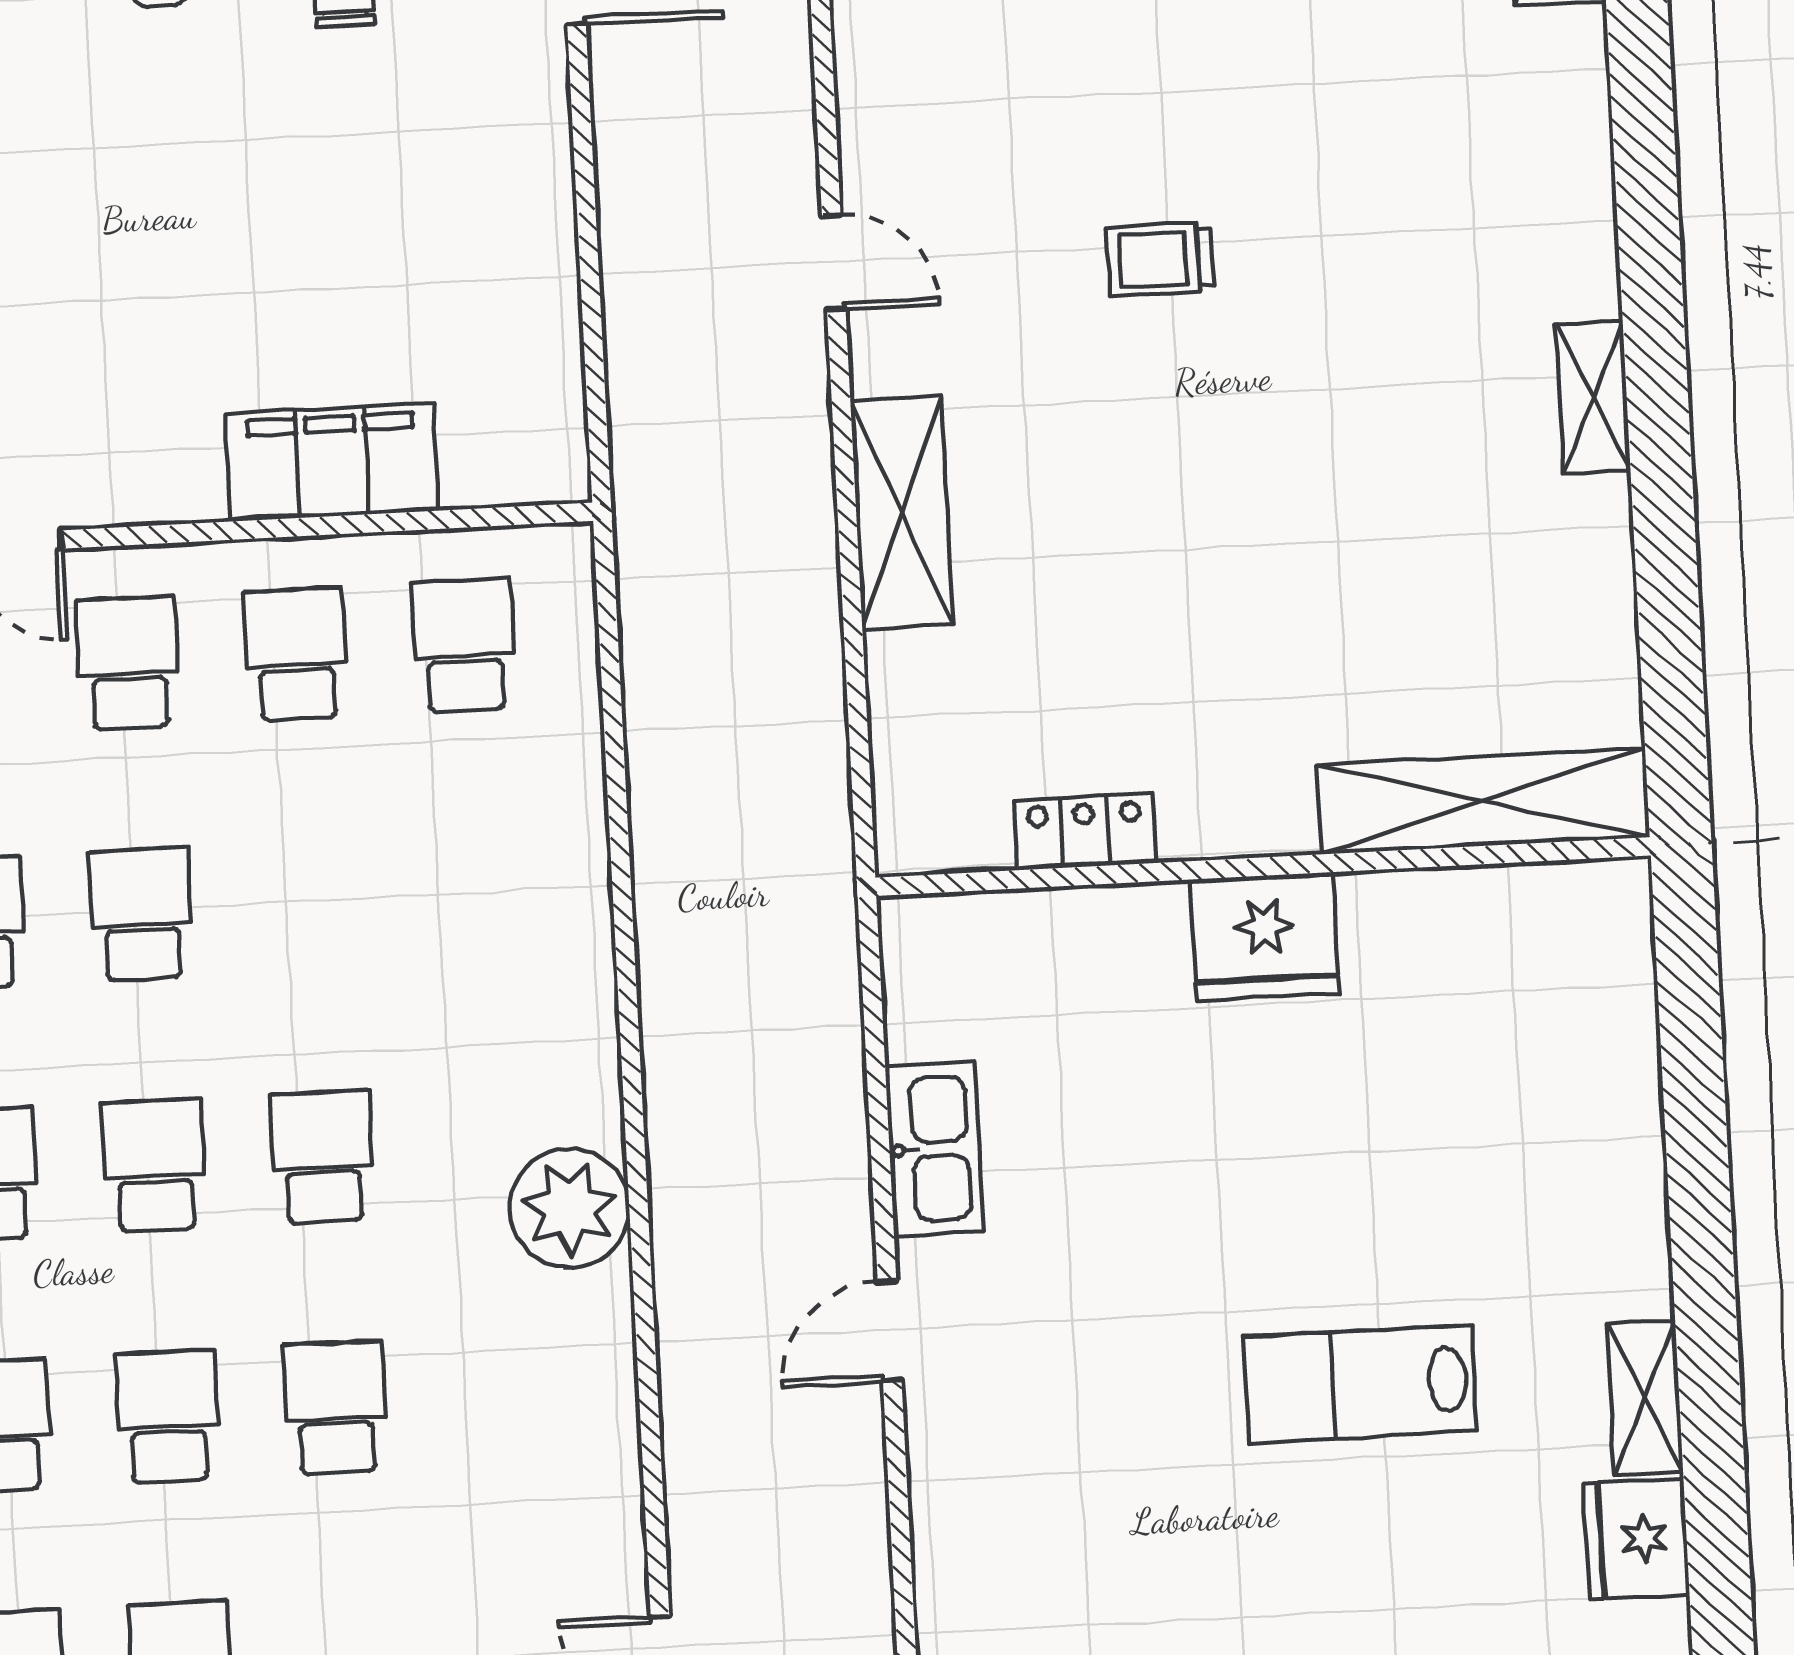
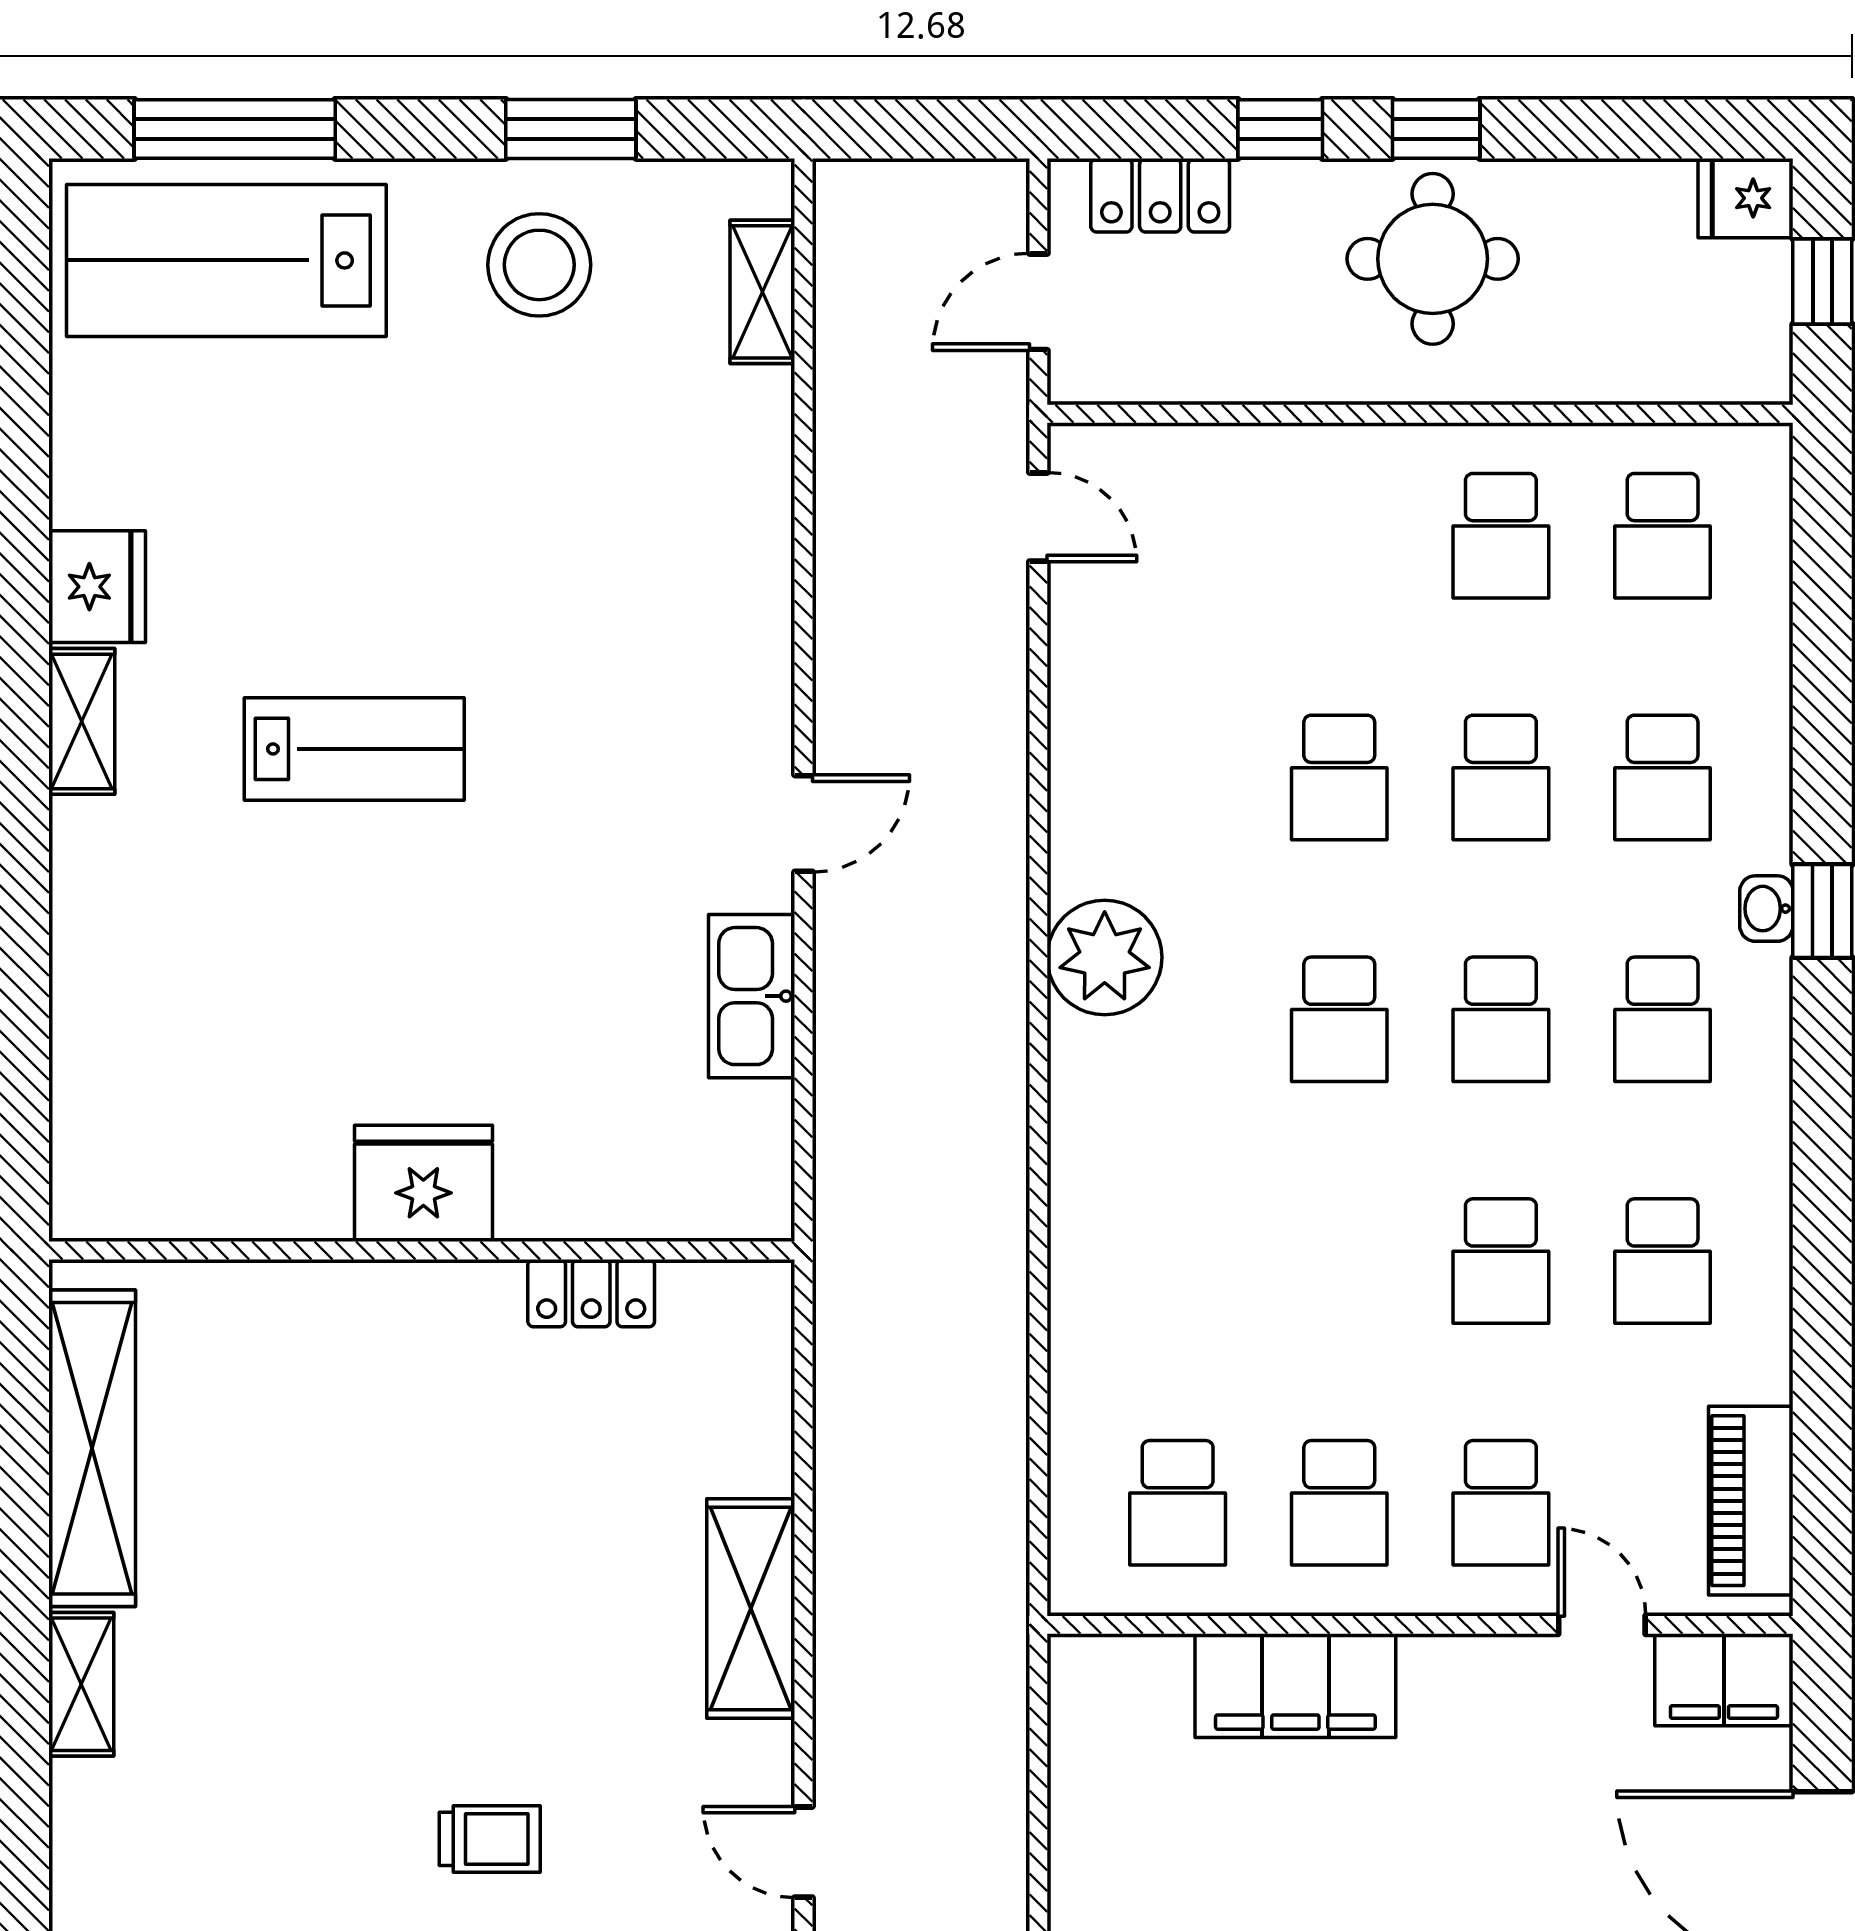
shelving: (1483, 801) -> (92, 1448), moved, turned 90

